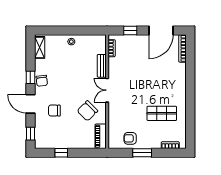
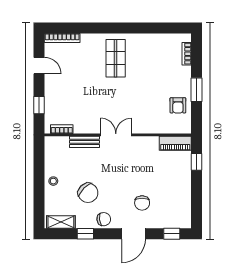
door: (161, 30) -> (39, 66), width x0.53
window: (30, 77) -> (85, 234), moved
double door: (107, 90) -> (116, 135), swing flipped
chair: (87, 111) -> (88, 193), moved
shop shelf: (162, 113) -> (116, 58), moved
window: (61, 153) -> (197, 162), moved

